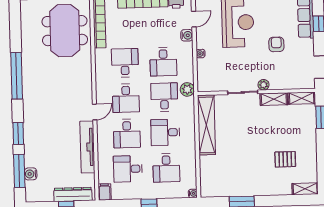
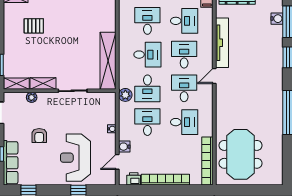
desk: (125, 63) -> (184, 122), turned -90
plant: (264, 85) -> (32, 97), moved

